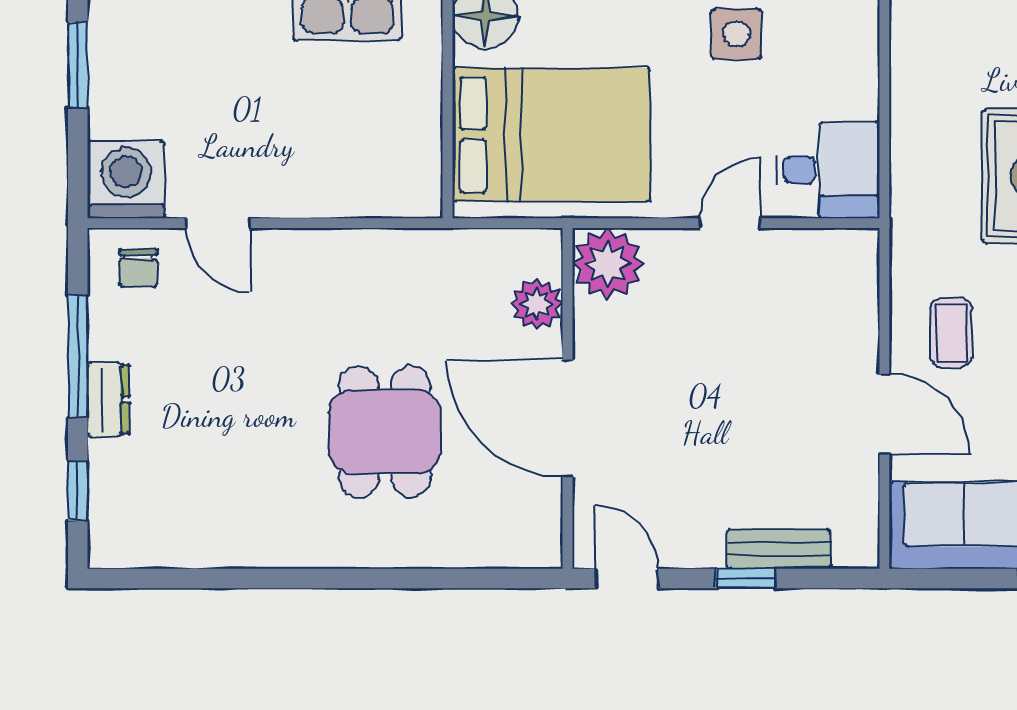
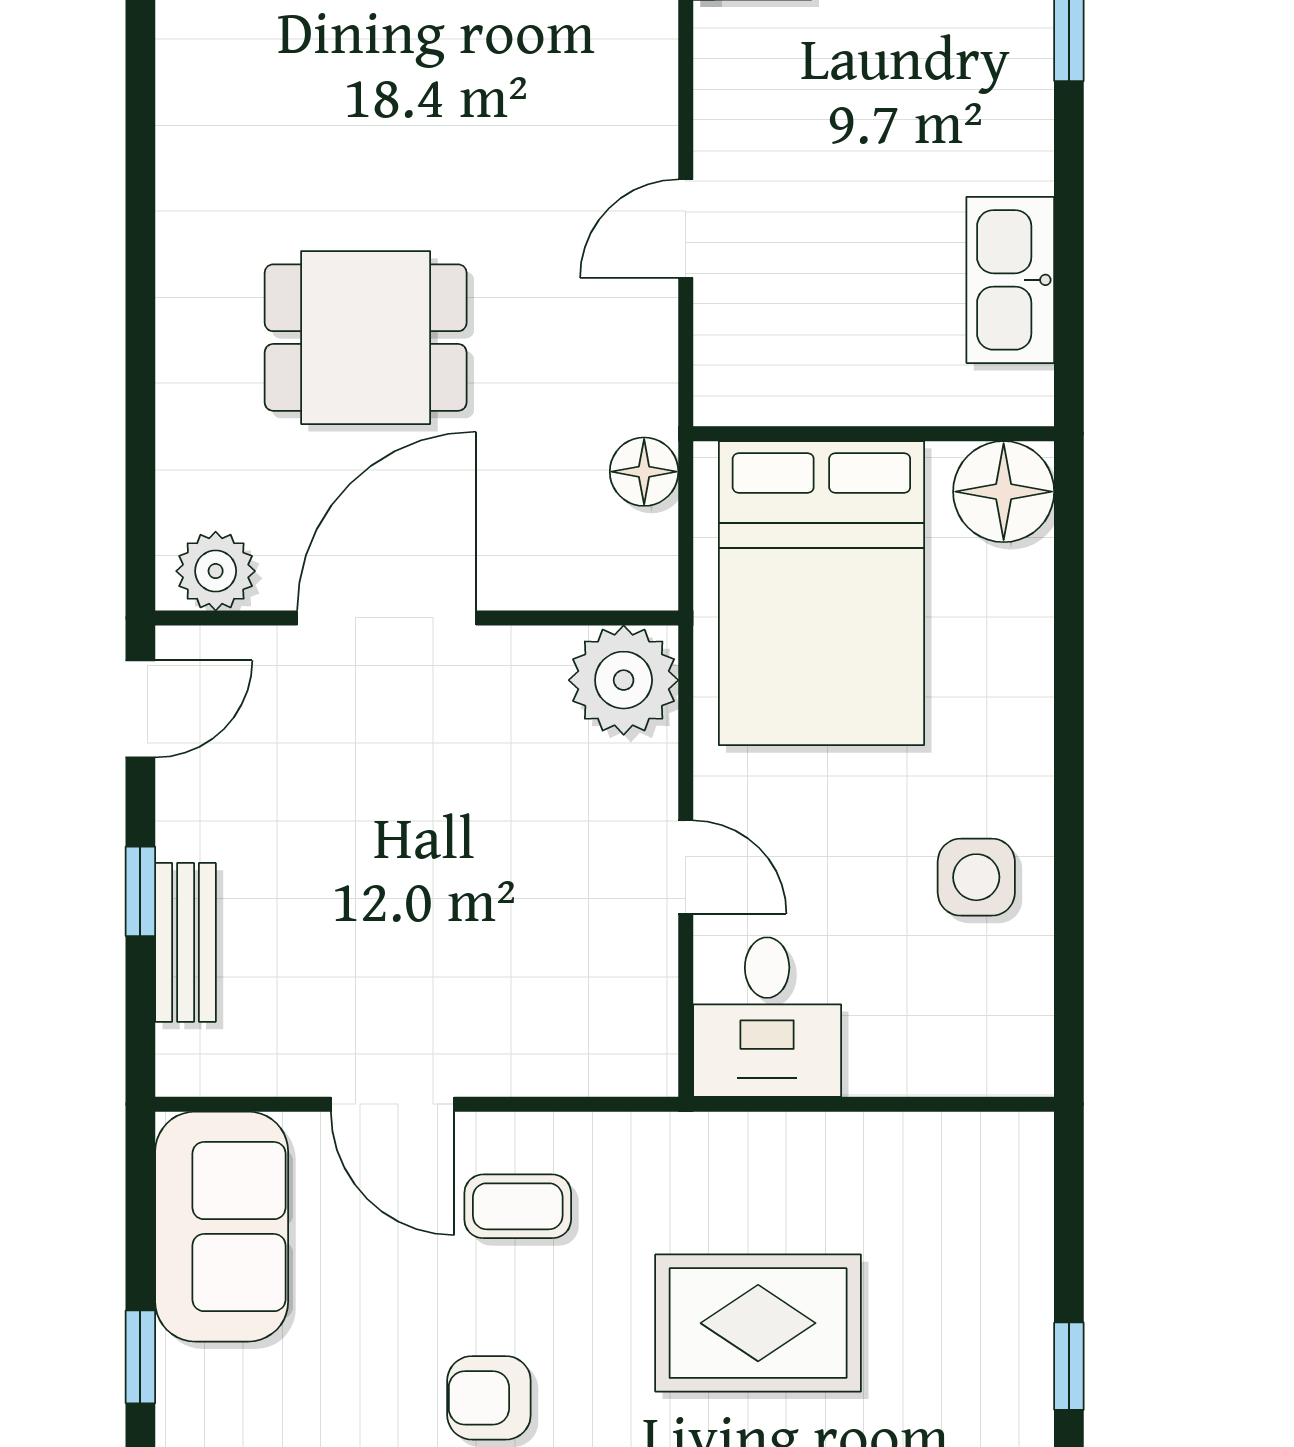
door: (218, 223) -> (686, 229), moved
floor lamp: (472, 250) -> (644, 472), added
plant: (537, 304) -> (216, 571), moved
door: (884, 414) -> (393, 1104), hinge flipped

